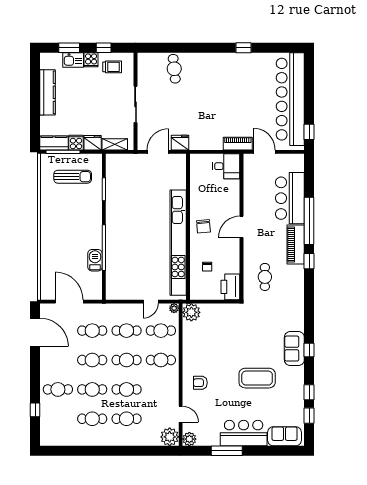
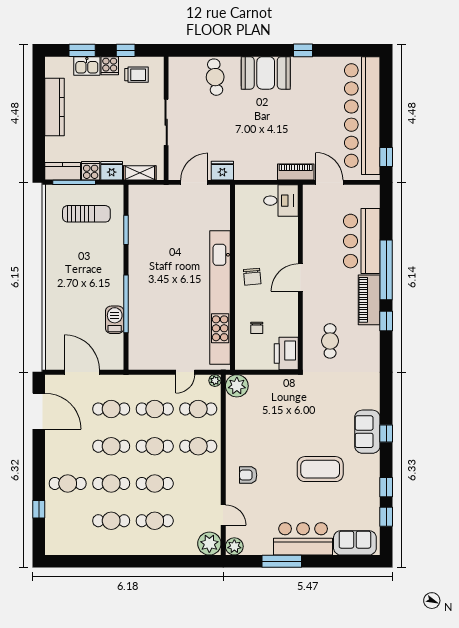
booth: (214, 65) -> (266, 73), added

